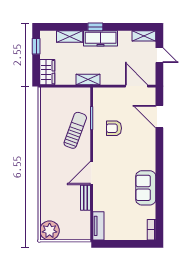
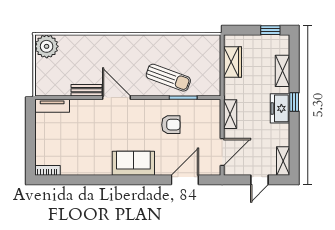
freezer: (101, 38) -> (280, 108), width x0.71
wardrobe: (47, 72) -> (233, 62), moved, turned -90
shelving: (88, 79) -> (230, 114), moved
armchair: (114, 128) -> (171, 125), turned 90
sofa: (146, 188) -> (133, 163), moved

